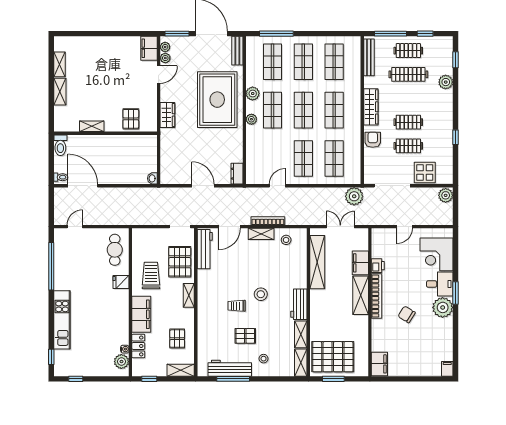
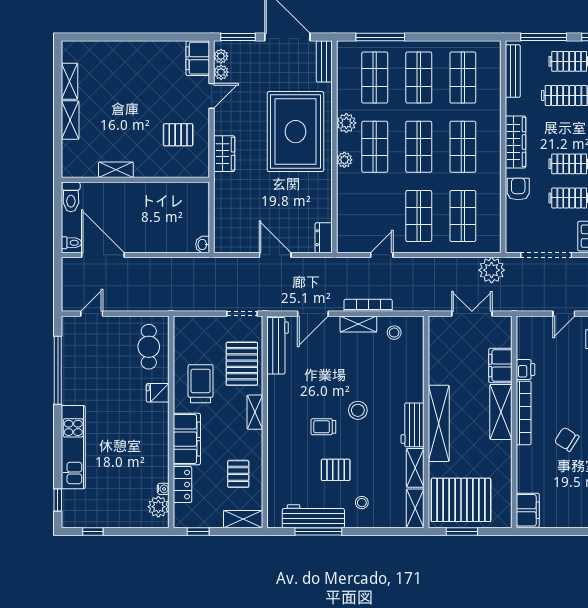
pallet: (131, 119) -> (178, 135), moved, turned 90
shelving: (317, 262) -> (439, 423), moved

